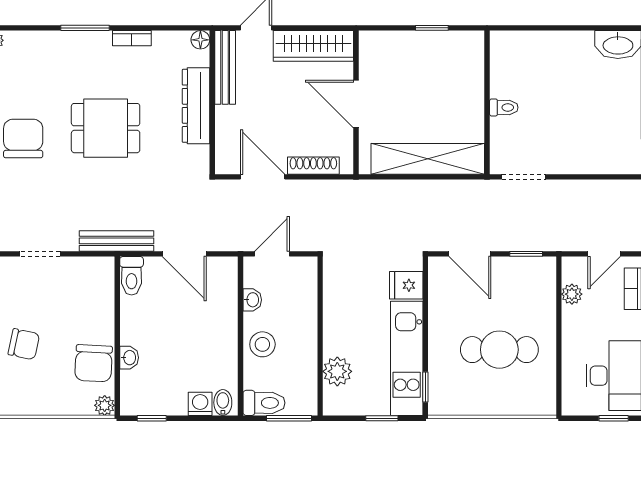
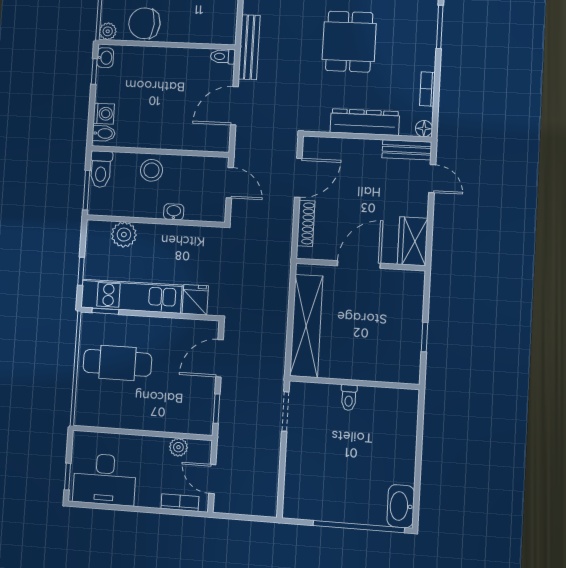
bookcase: (132, 38) -> (427, 89), moved
wardrobe: (313, 46) -> (413, 241), width x0.67
bench: (225, 67) -> (407, 150), width x0.73
toilet: (132, 276) -> (223, 56), width x0.73, depth x0.72
washbasin: (252, 300) -> (174, 212), moved, turned 180
cafe table: (499, 350) -> (117, 363), moved, turned 90
washbasin: (129, 358) -> (105, 58), moved, turned -90

